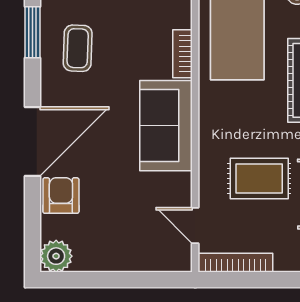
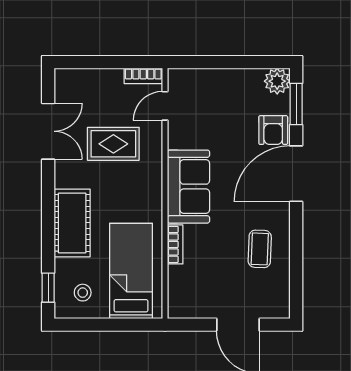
window: (33, 32) -> (296, 104), moved
door: (195, 225) -> (165, 106), swing flipped
bookcase: (235, 263) -> (143, 76), width x0.64

